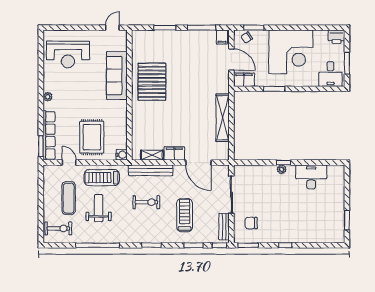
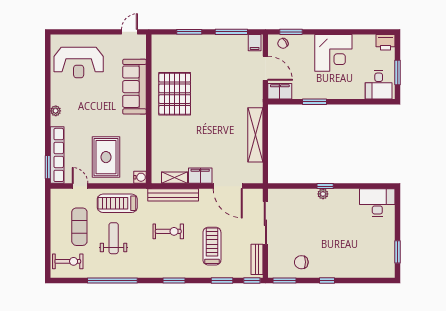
corner desk: (291, 52) -> (333, 53), width x0.74, depth x0.74
desk: (311, 177) -> (377, 202), moved
chair: (251, 223) -> (301, 262), moved

